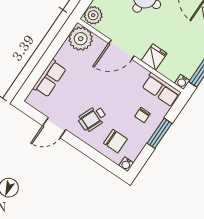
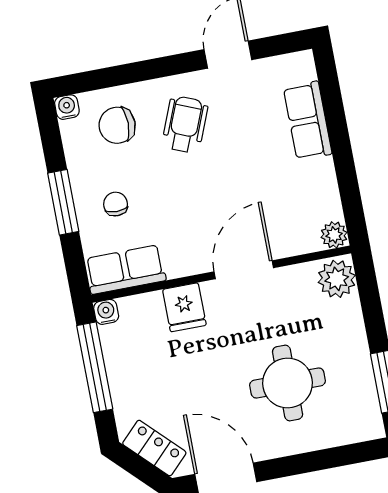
plant: (81, 39) -> (334, 235), width x0.53, depth x0.53

